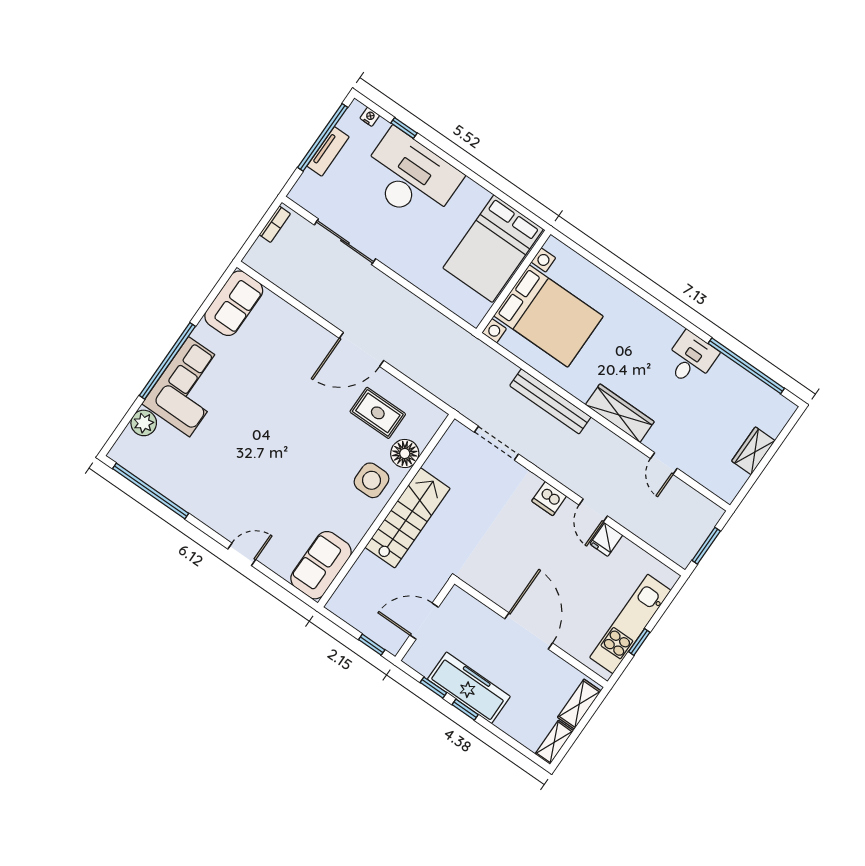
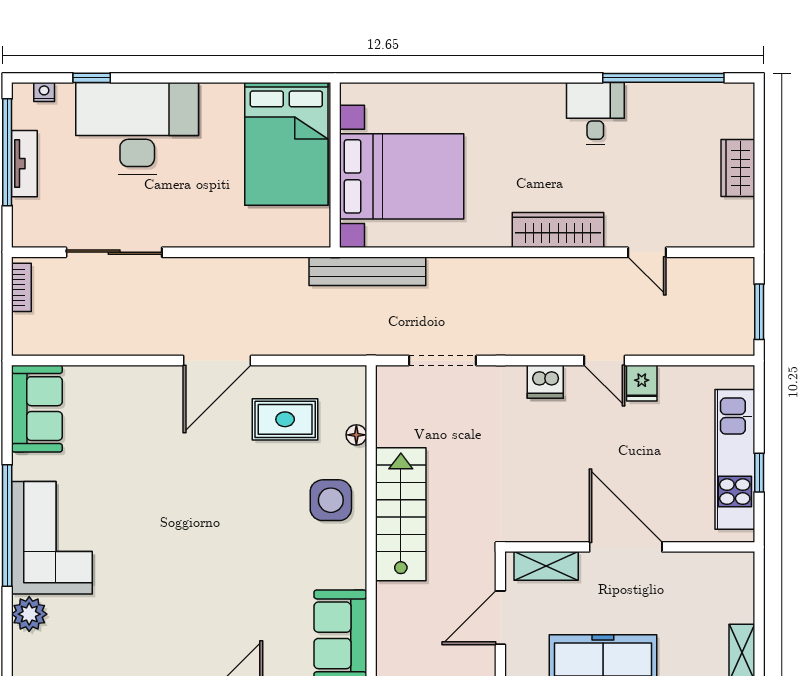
bench: (550, 401) -> (367, 271), moved
floor lamp: (405, 454) -> (356, 435), width x0.53, depth x0.53
shelving: (579, 704) -> (546, 566), moved, turned 90

